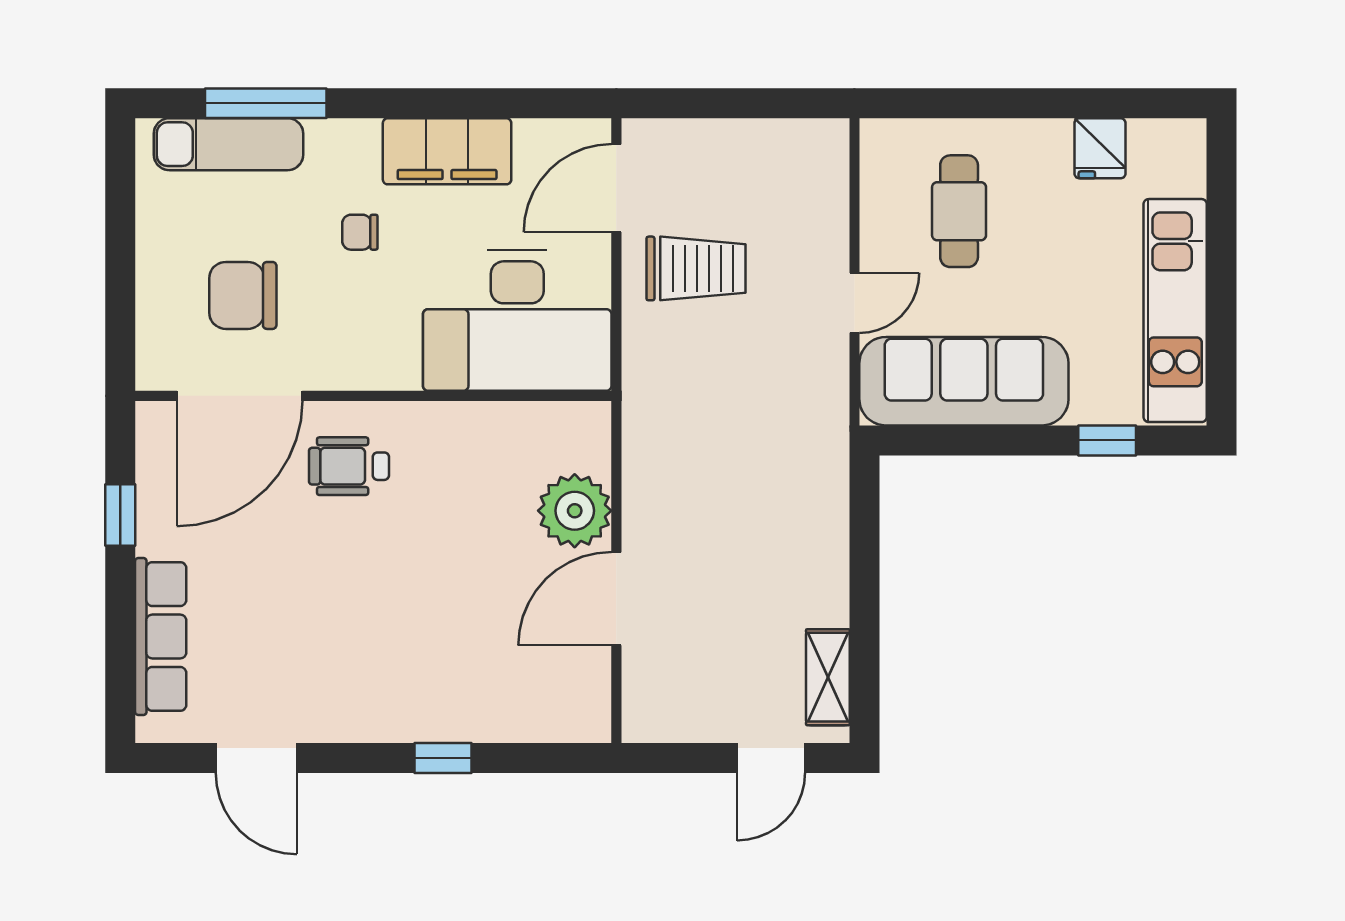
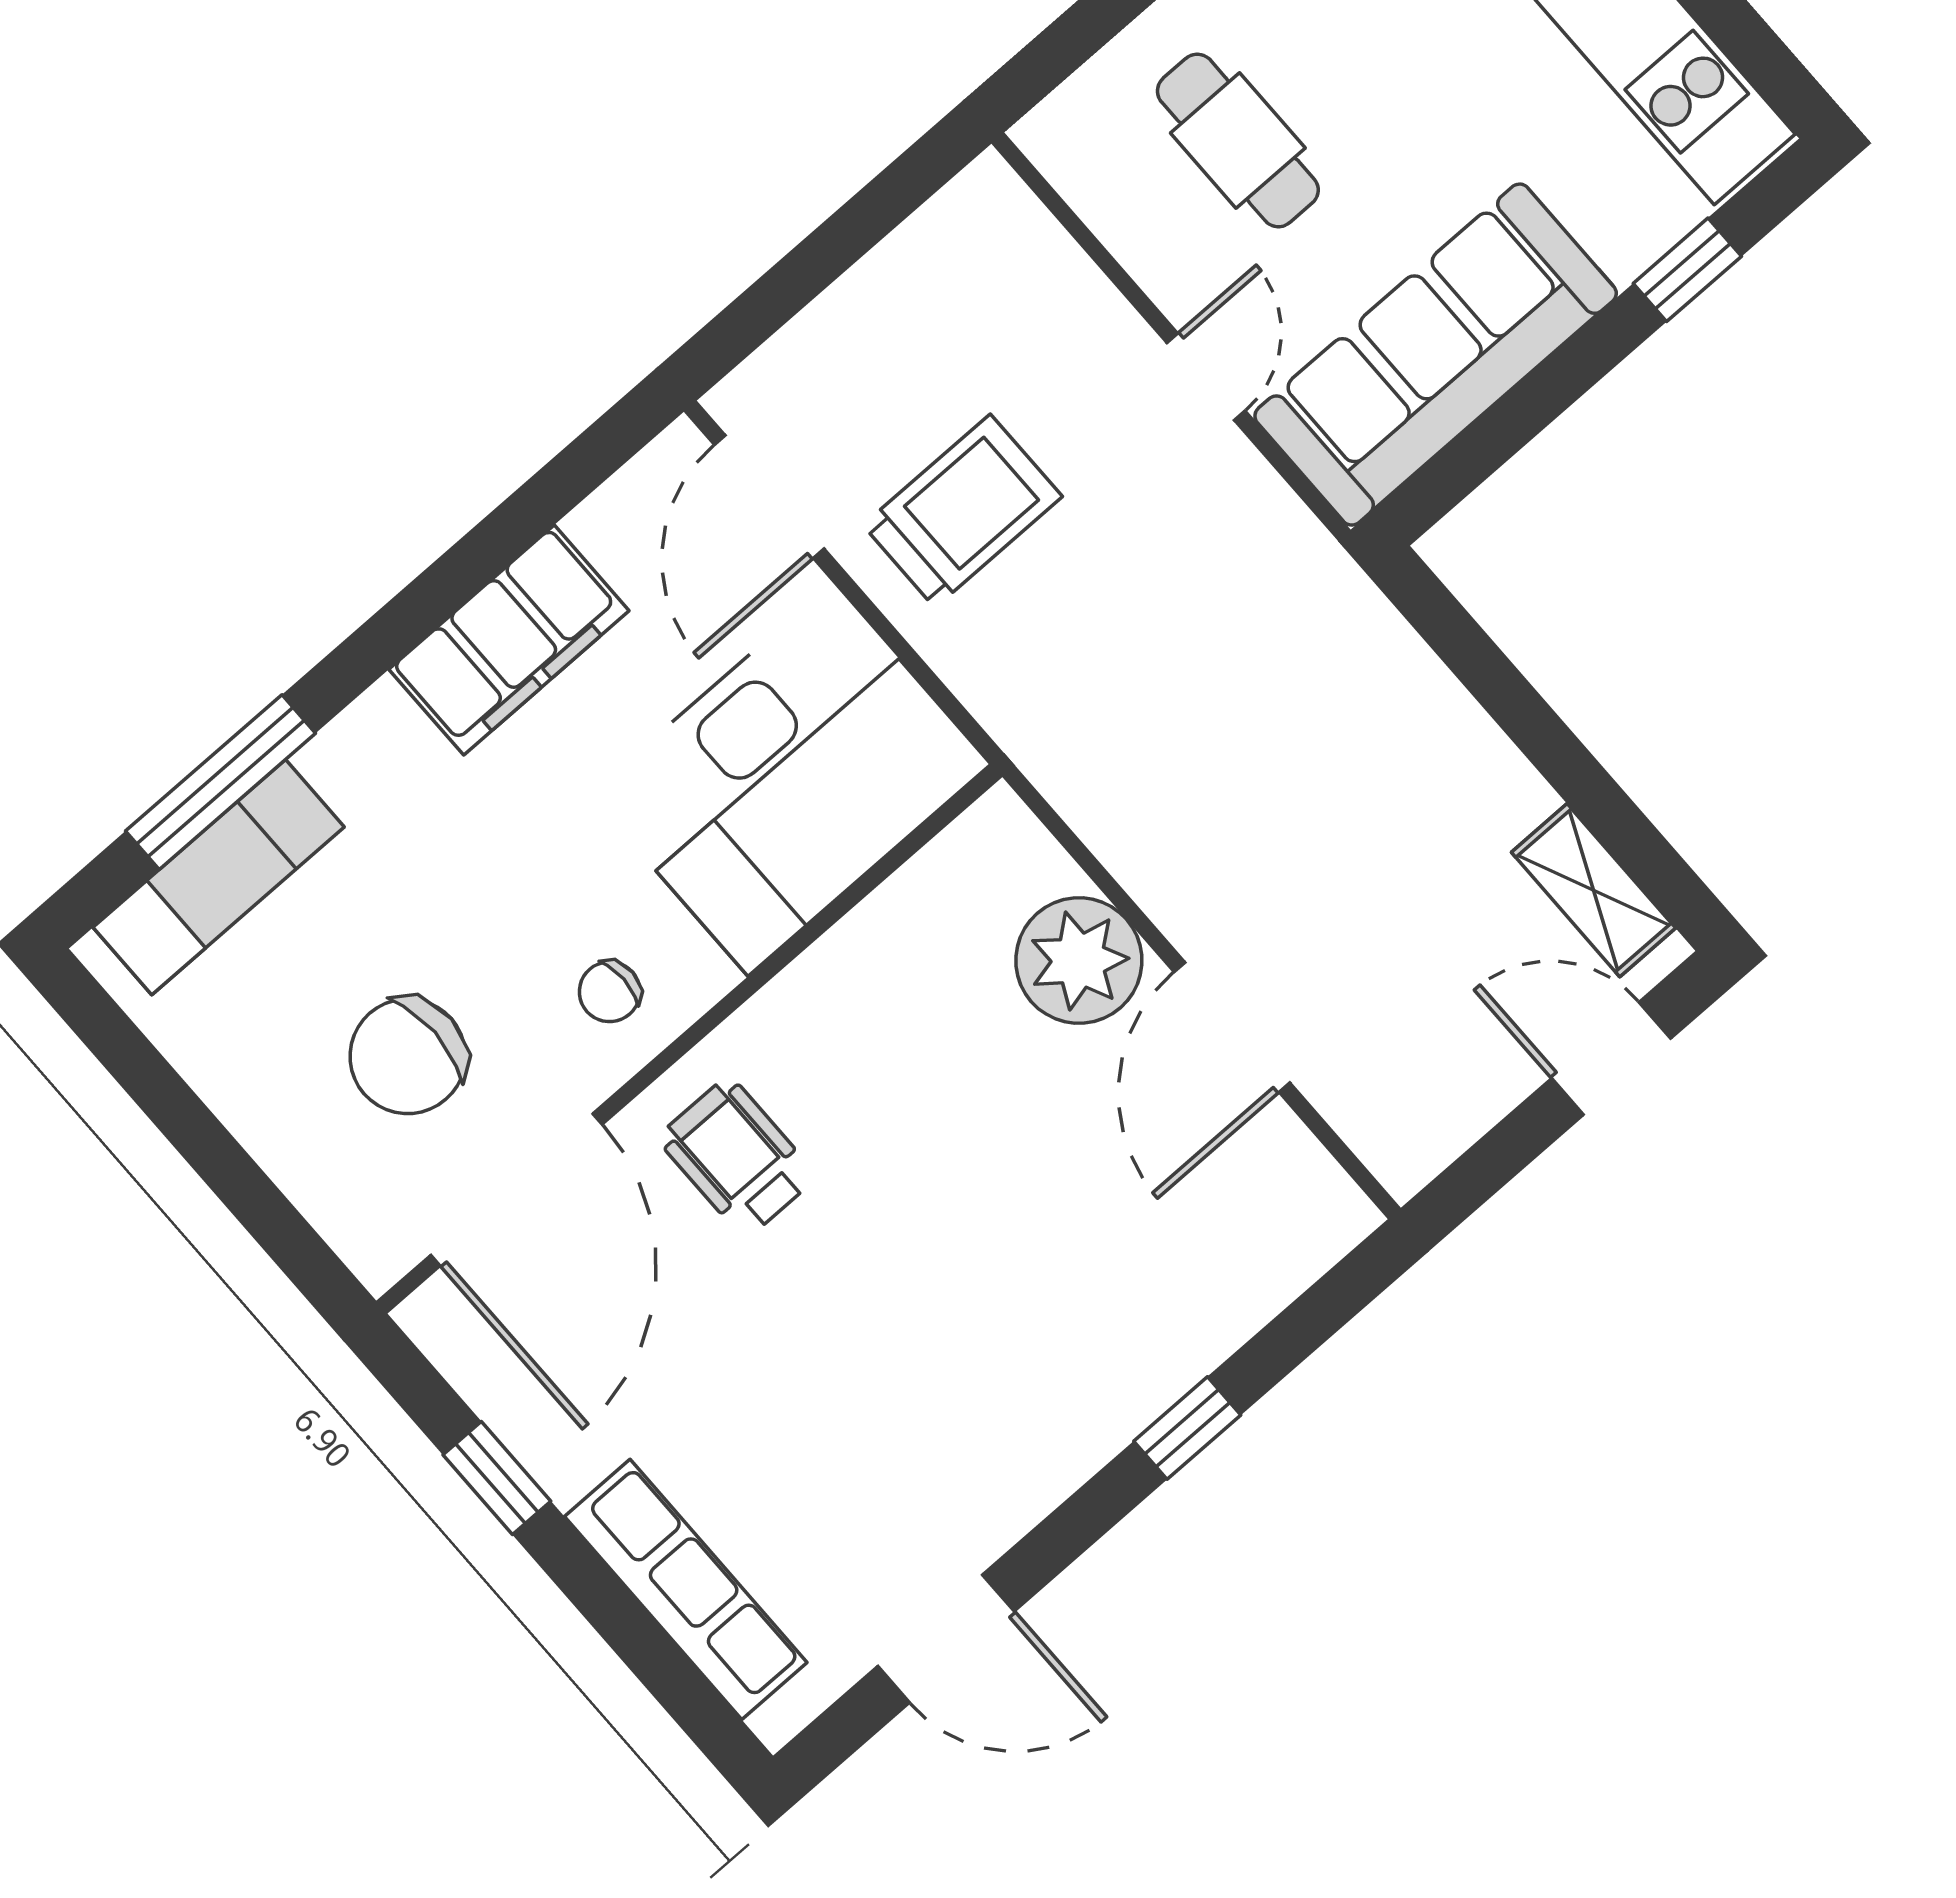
chair: (360, 232) -> (610, 992), moved
wheelchair: (349, 466) -> (737, 1157), turned 90
door: (771, 758) -> (1611, 1058), swing flipped

